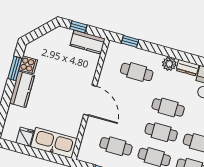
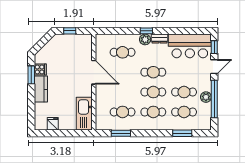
window: (130, 41) -> (146, 31), moved
kitchen counter: (88, 42) -> (80, 40), removed
door: (90, 100) -> (94, 72), moved
kitchen sink: (54, 143) -> (84, 114), moved, turned -90

